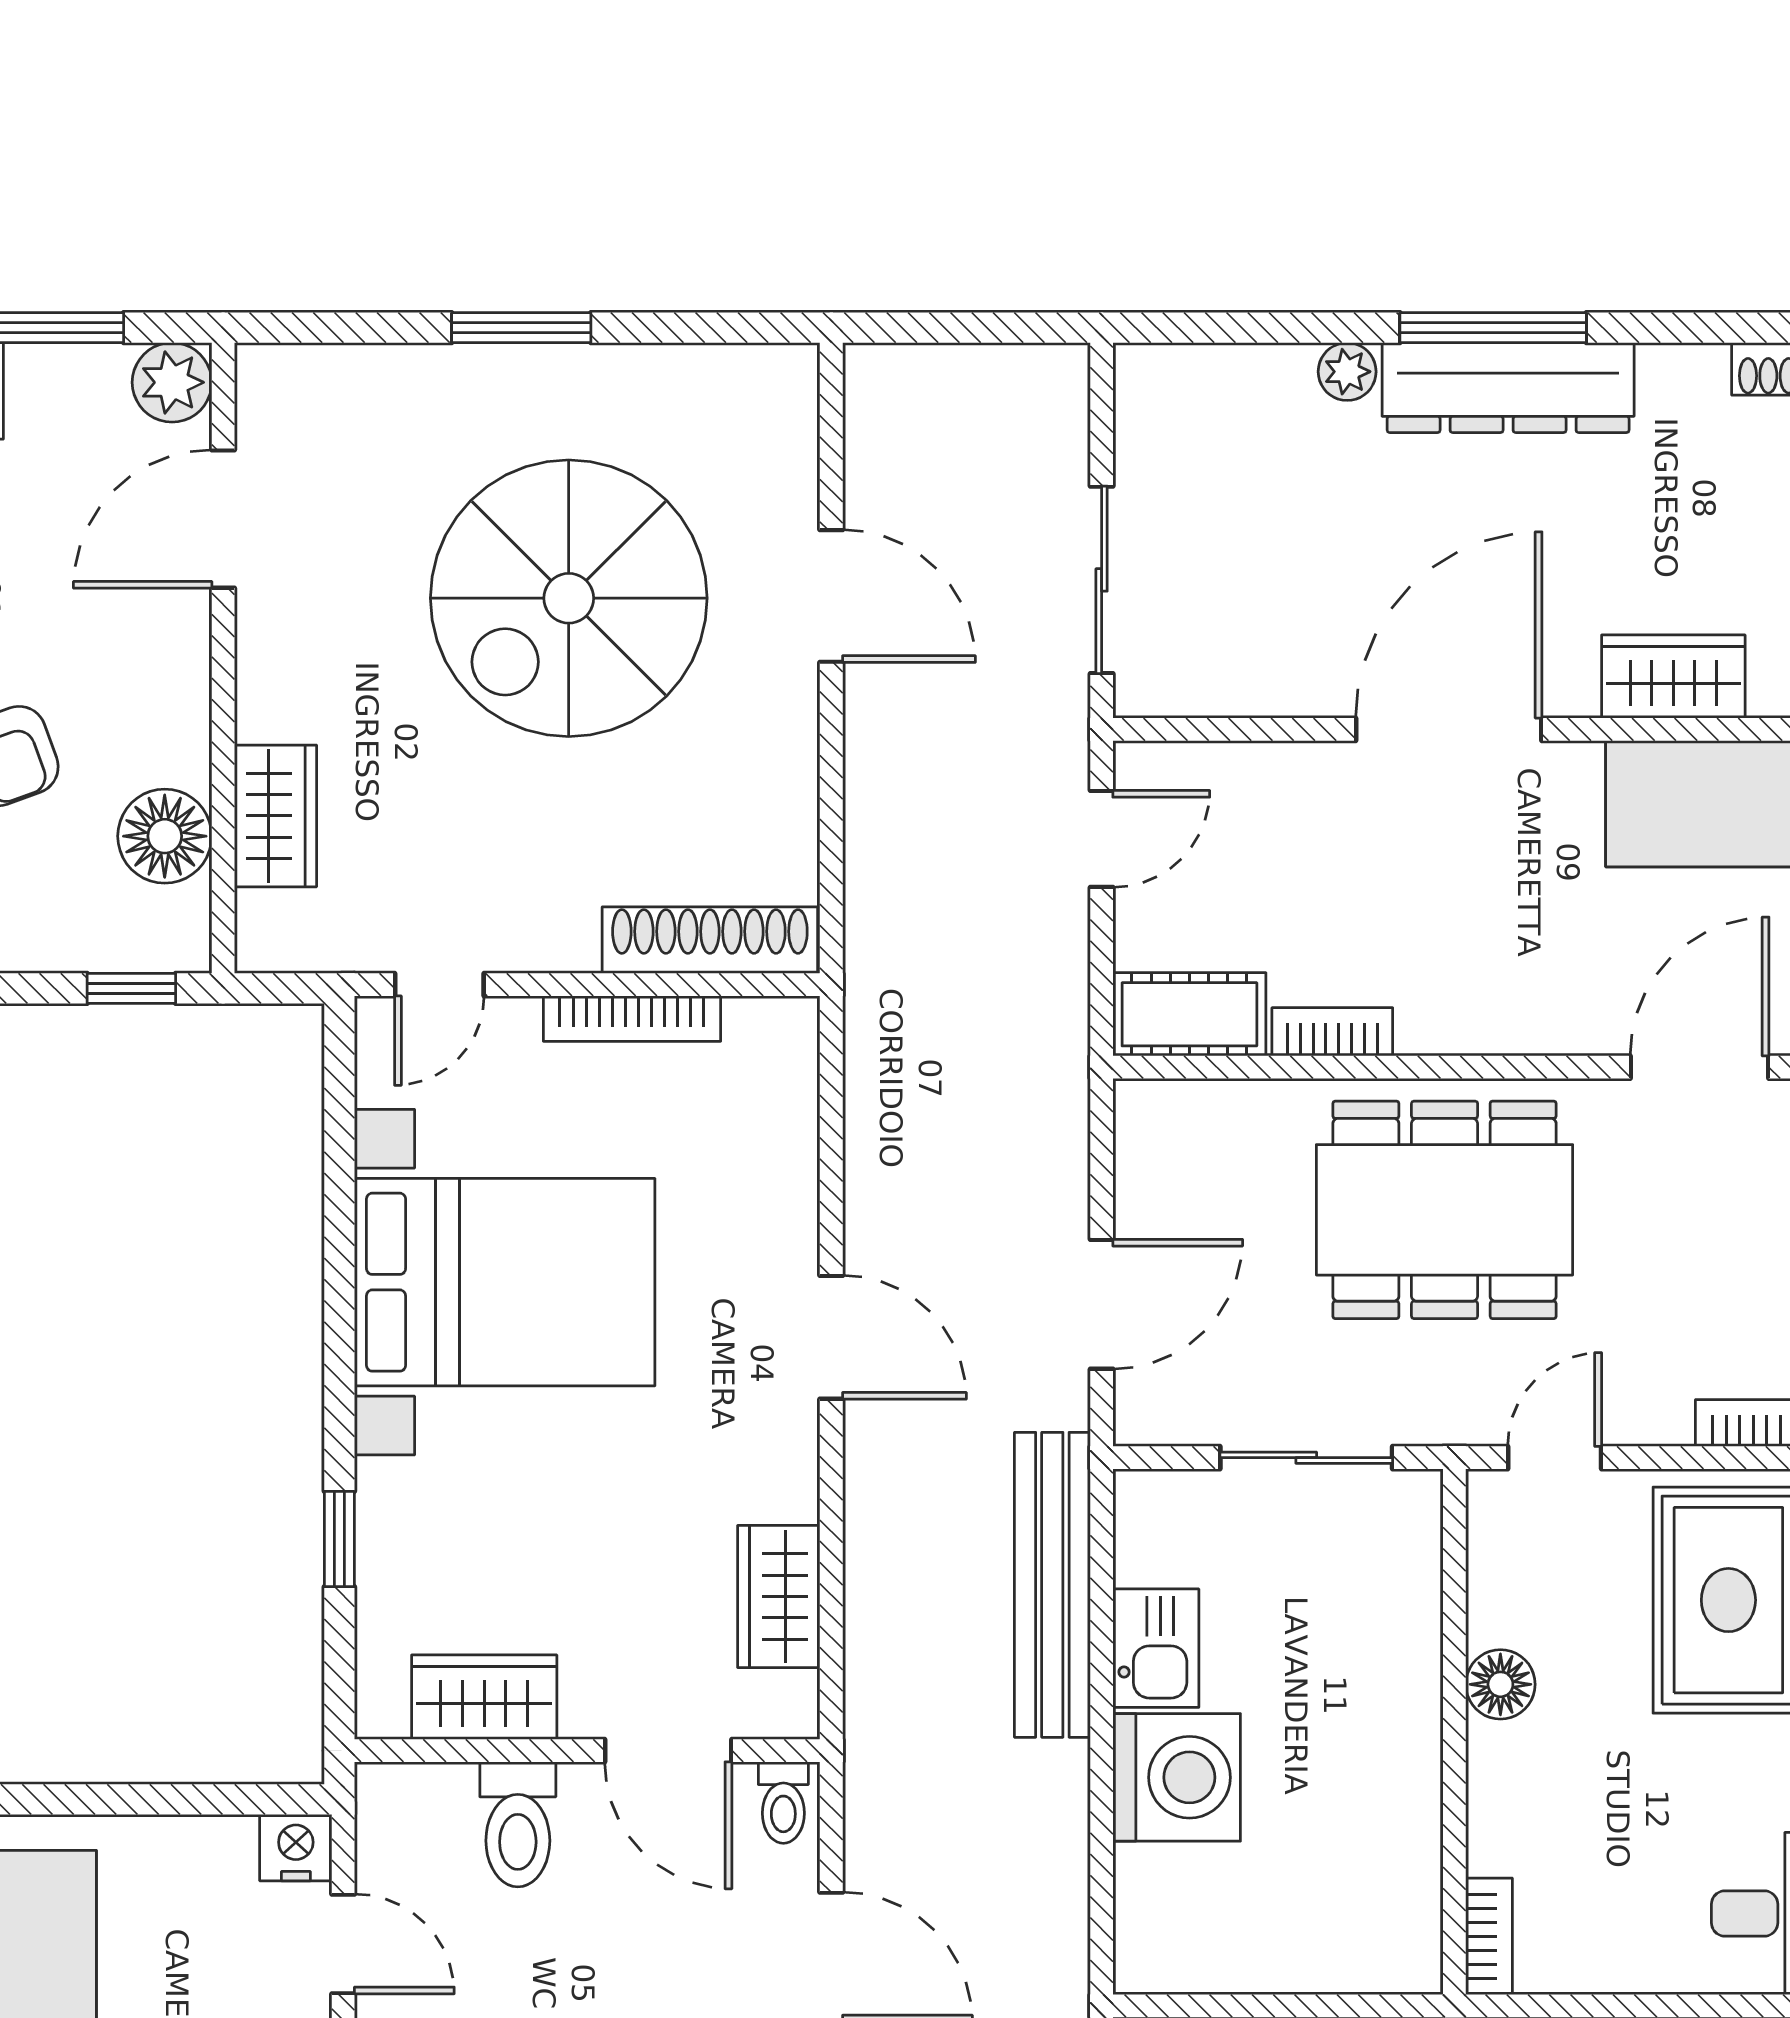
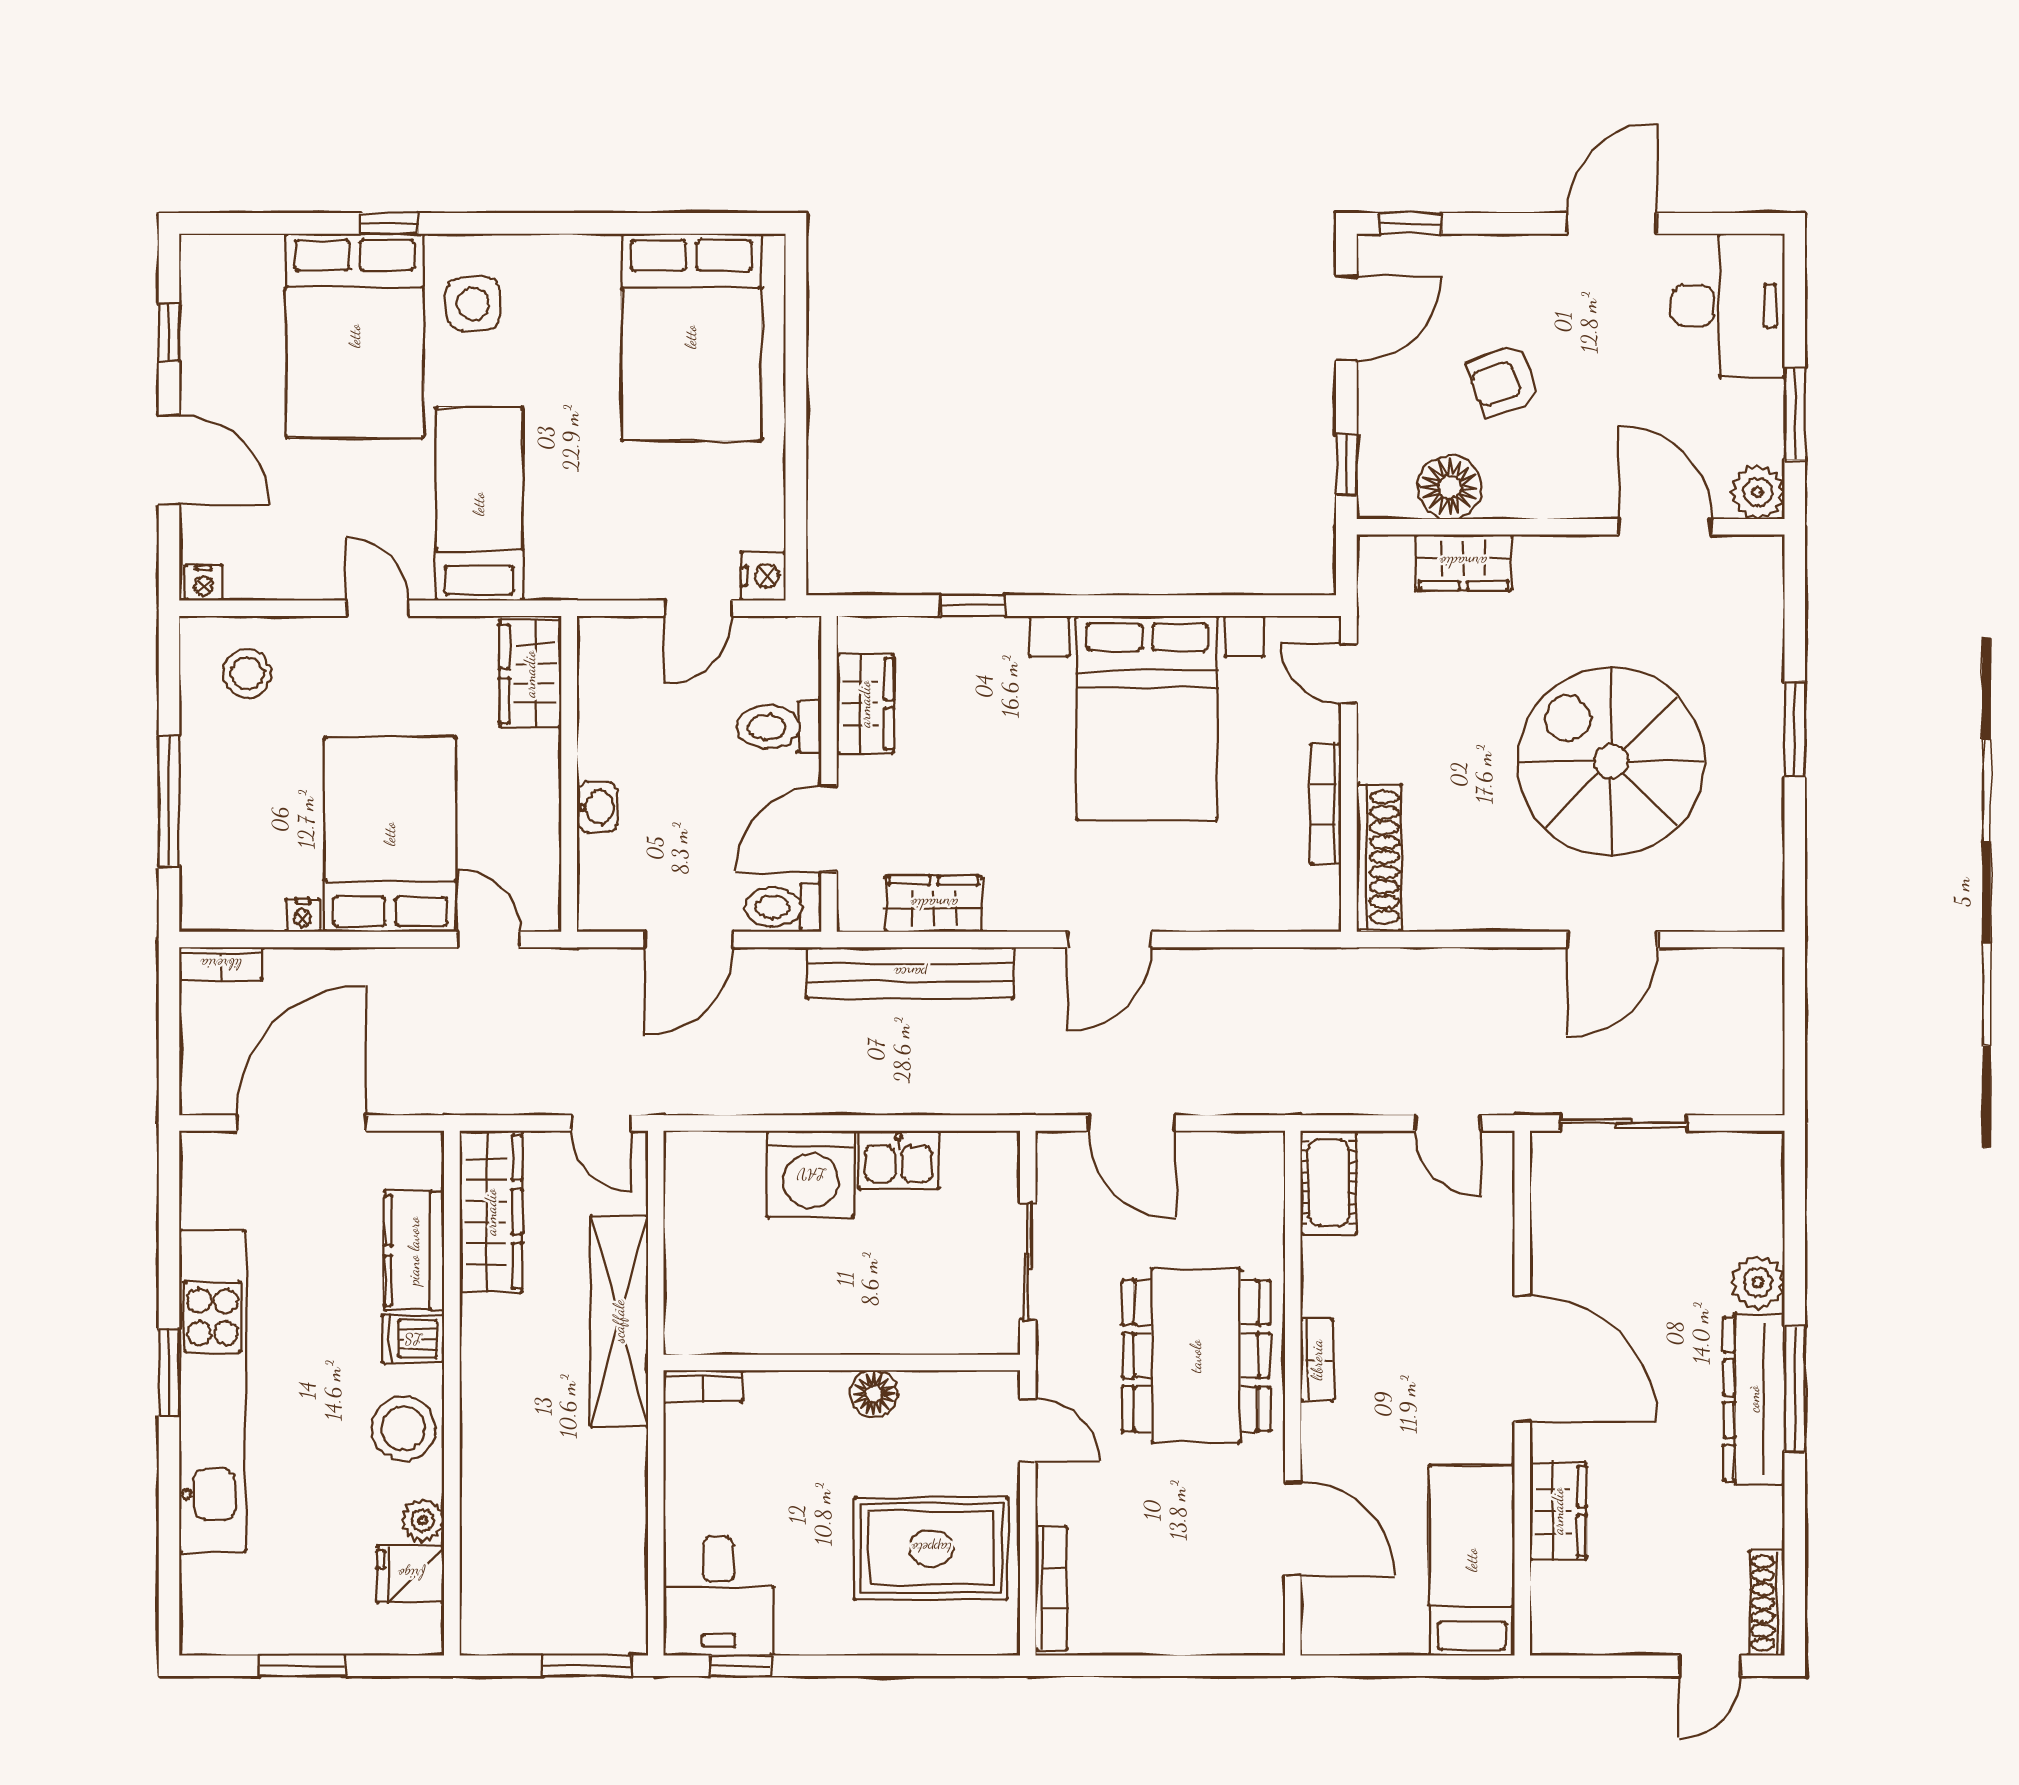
plant: (1347, 372) -> (1758, 1282), width x1.38, depth x1.38
bookcase: (1332, 1032) -> (1317, 1360), moved
bench: (1052, 1585) -> (910, 973), moved
toilet: (783, 1803) -> (783, 907), width x1.37, depth x1.39

